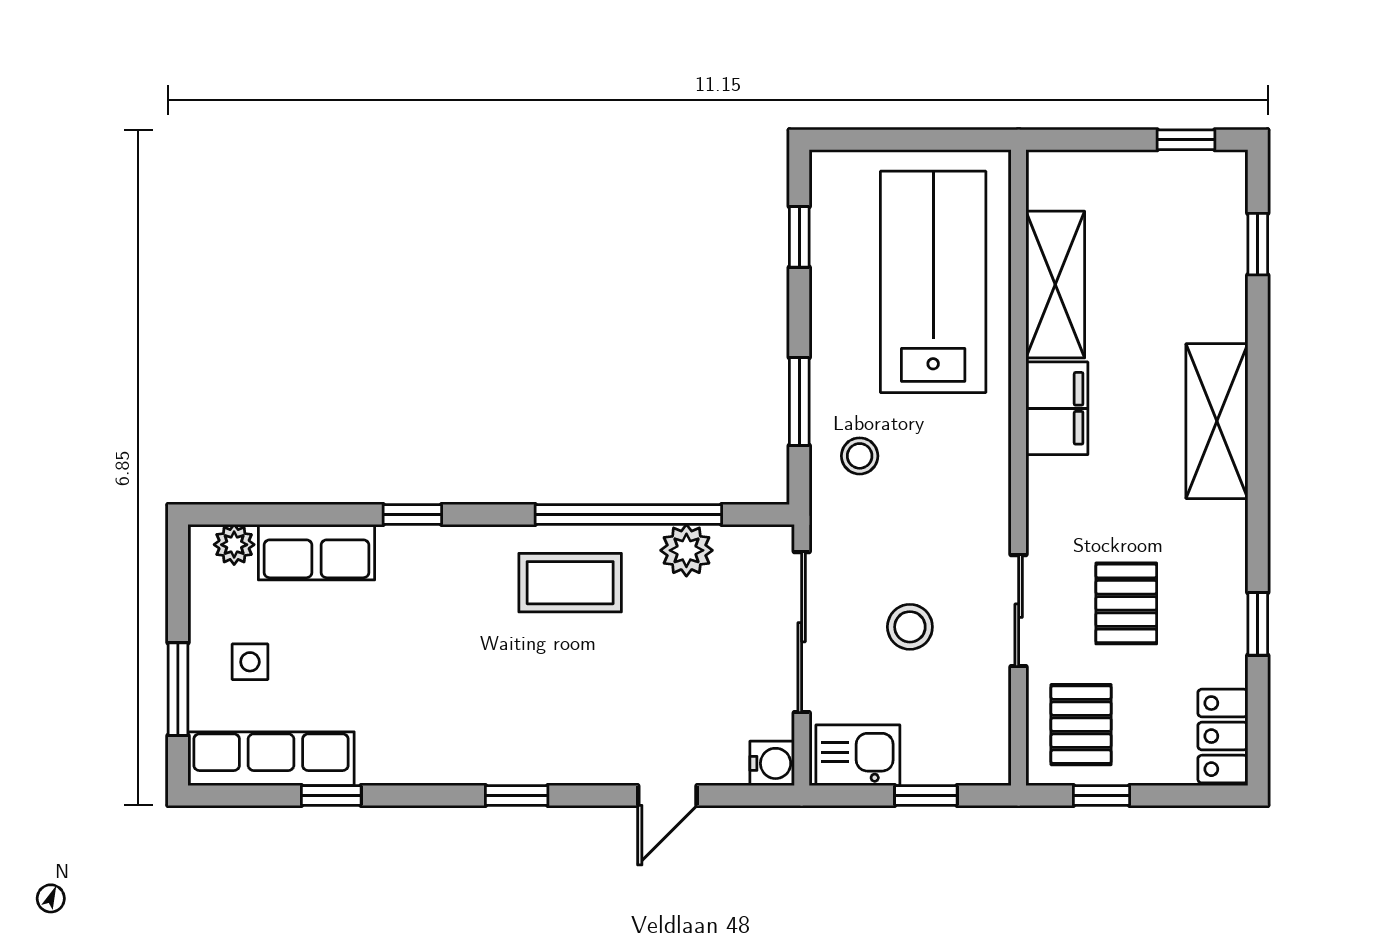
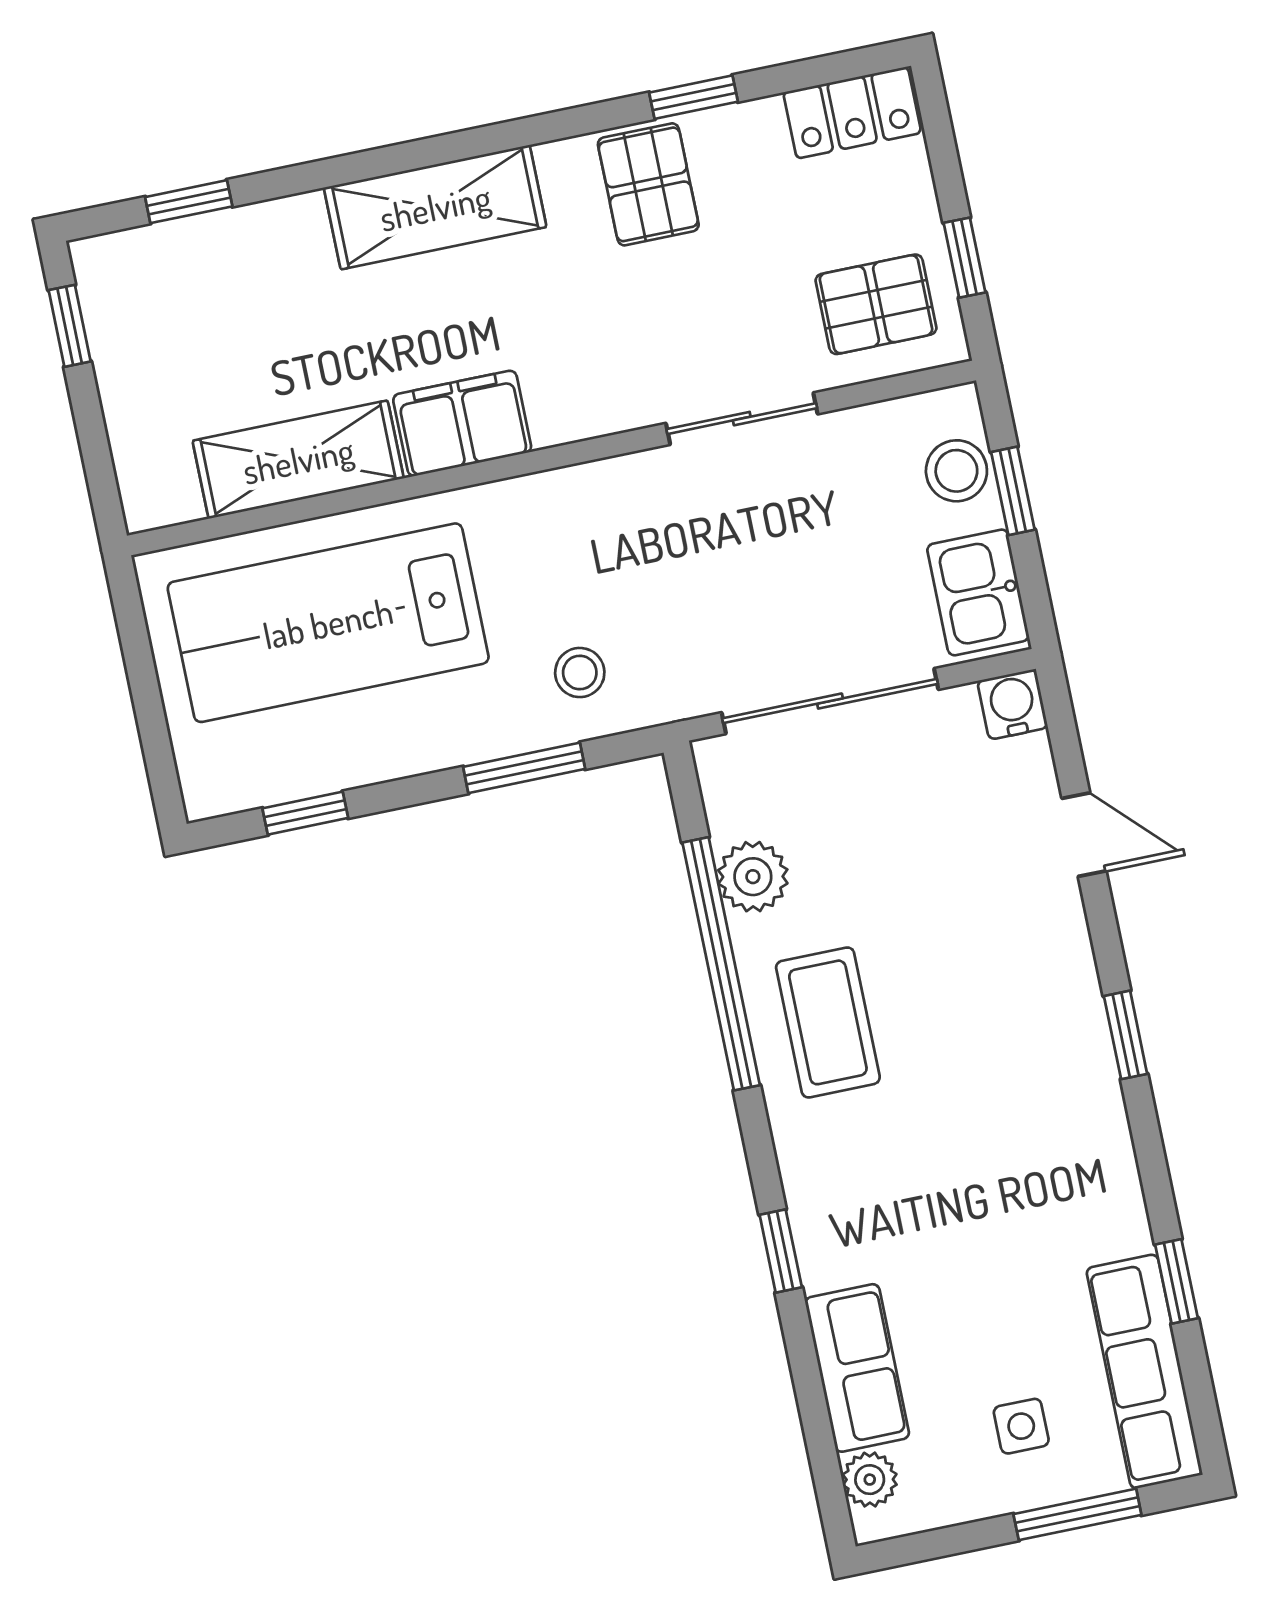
pallet: (1126, 603) -> (648, 184), moved, turned 90
stool: (910, 627) -> (956, 471), moved

